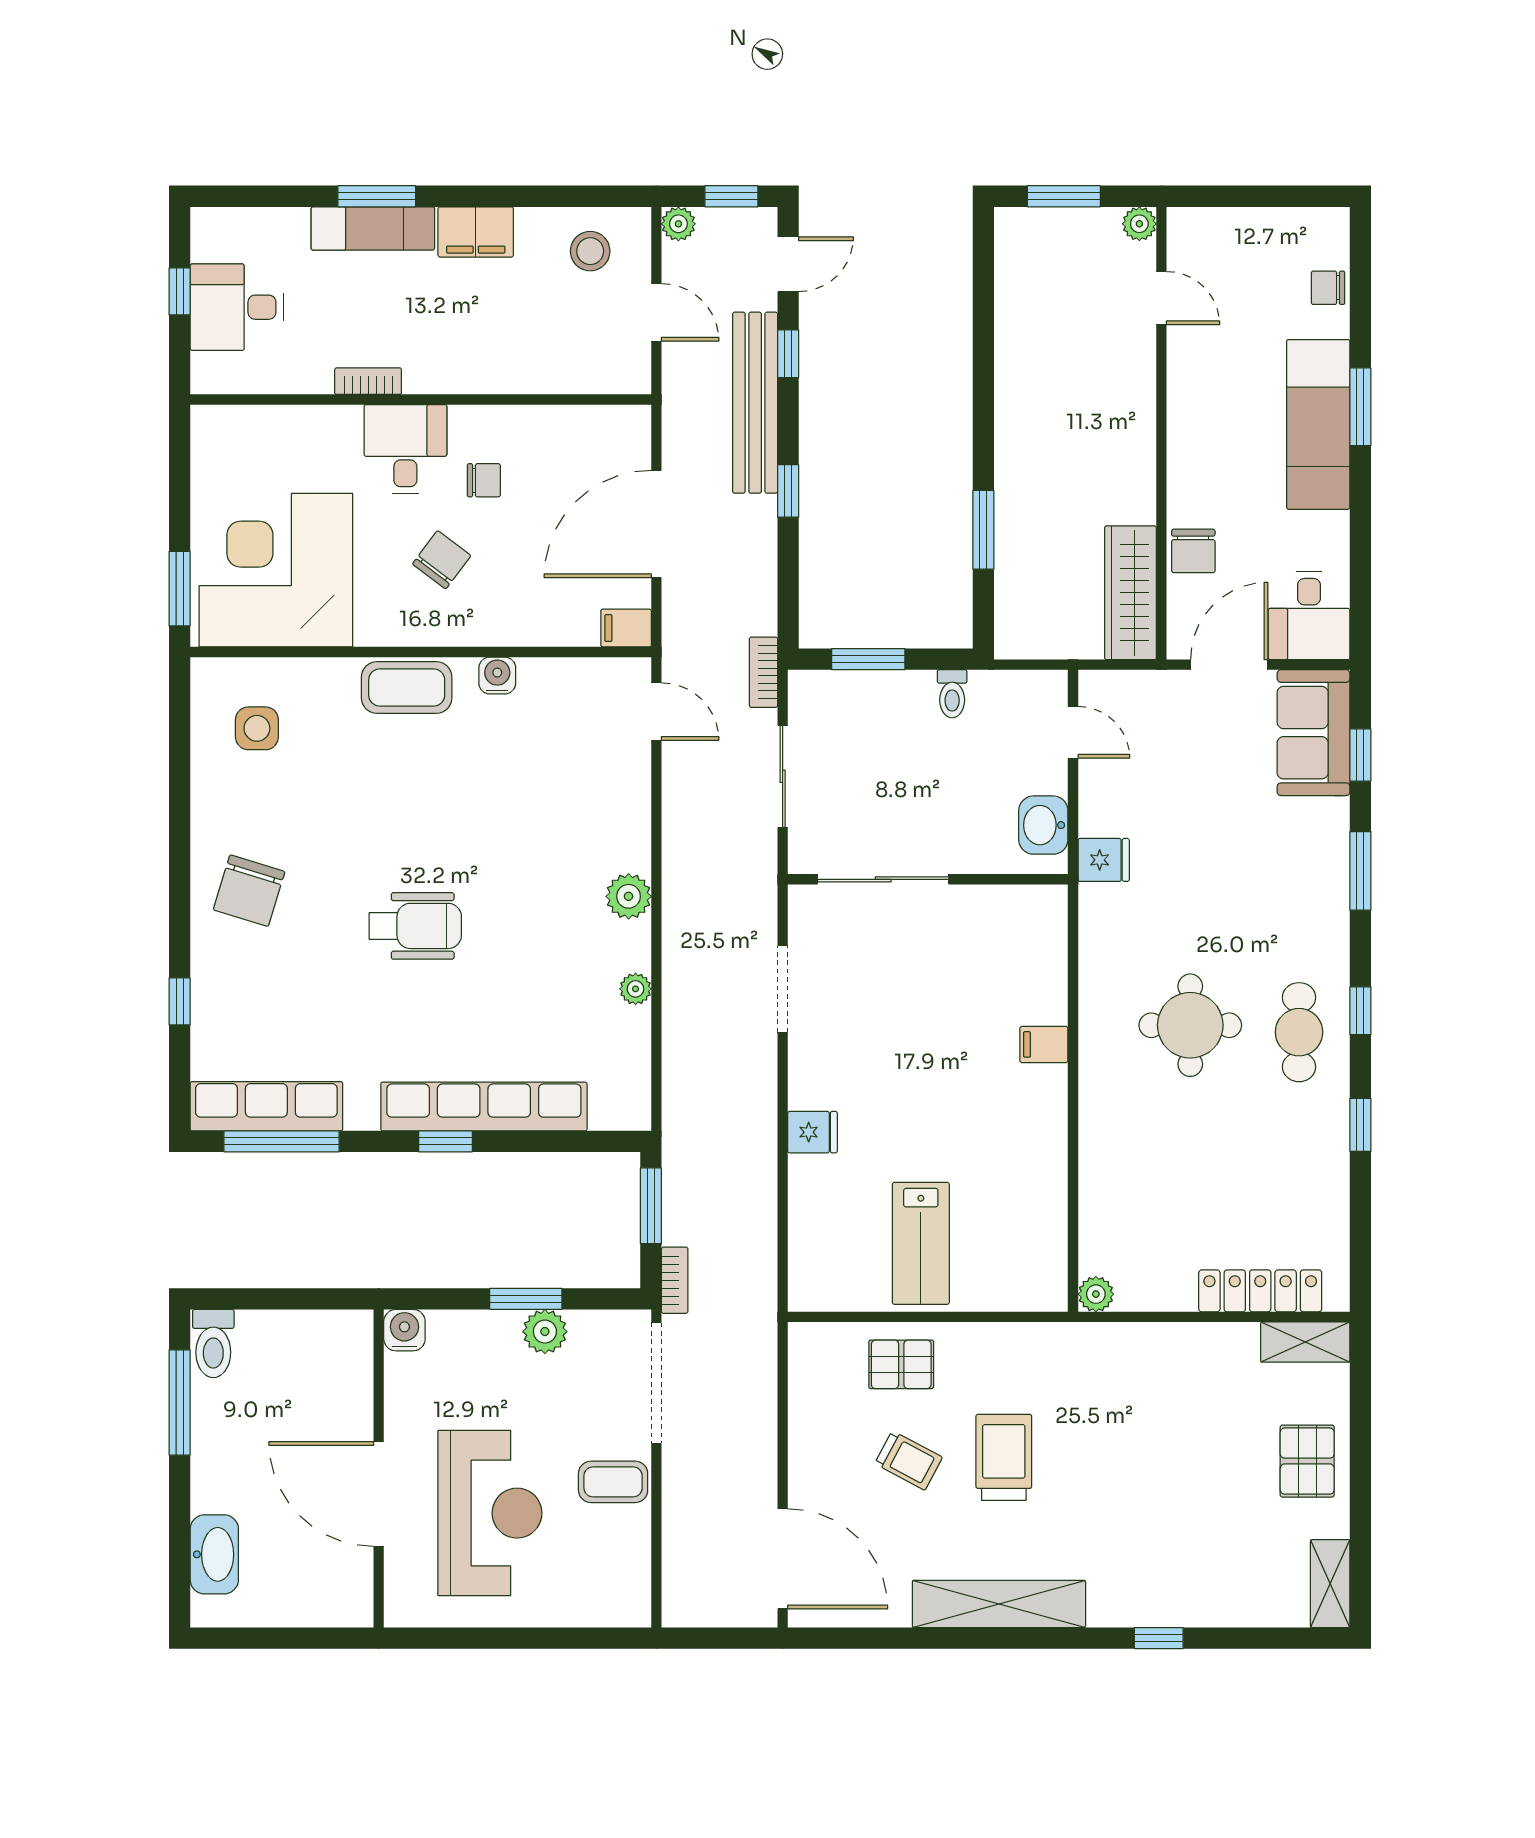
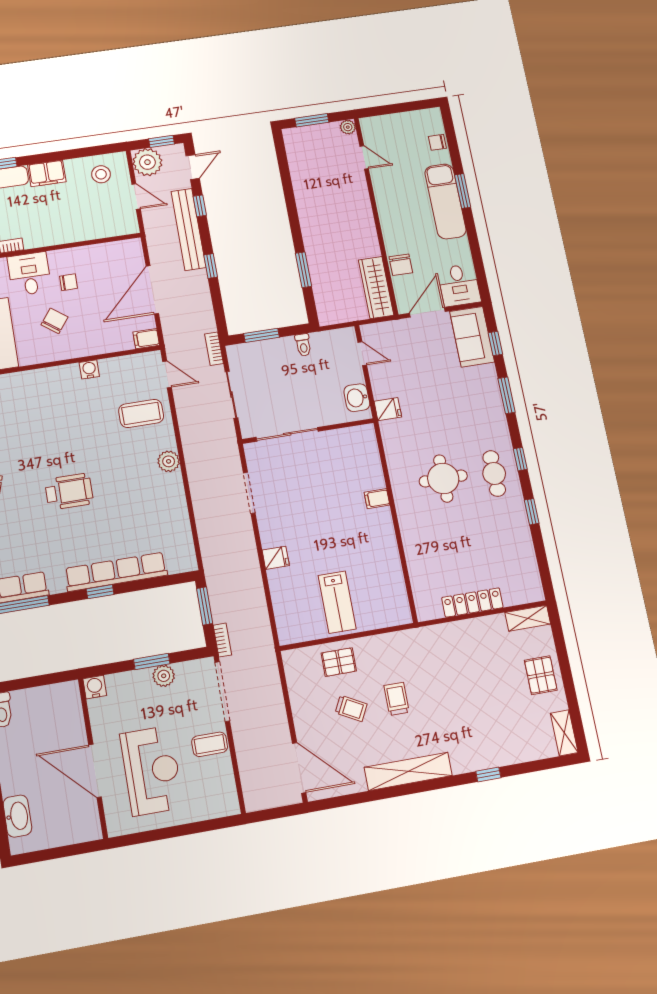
plant: (678, 224) -> (147, 162), width x1.88, depth x1.88
coffee table: (407, 687) -> (141, 413), moved
plant: (636, 989) -> (179, 504), removed
locker: (1260, 1291) -> (472, 603), moved
plant: (1096, 1294) -> (425, 612), removed
trolley: (1004, 1457) -> (397, 699), width x0.73, depth x0.72

